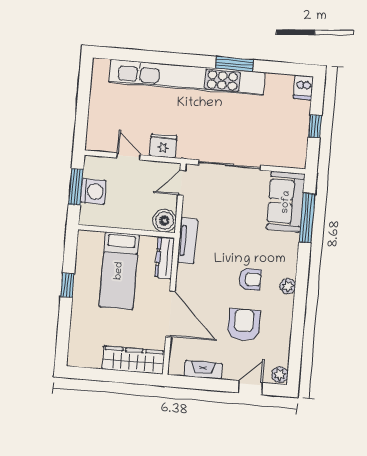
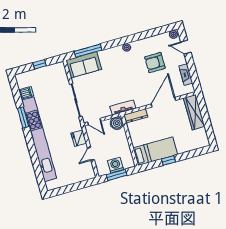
dishwasher: (303, 87) -> (26, 93), moved
bed: (119, 271) -> (155, 151), moved
armchair: (250, 279) -> (130, 68), removed

